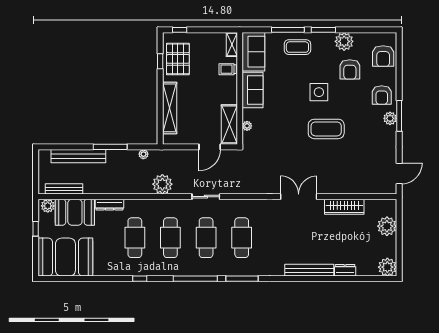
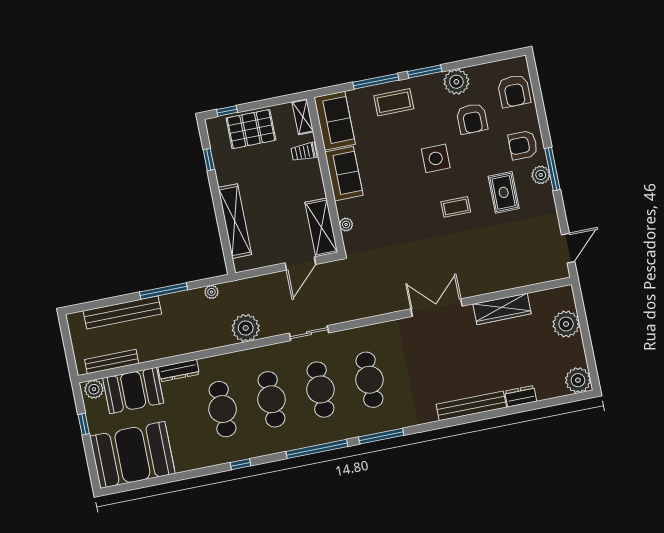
pallet: (178, 59) -> (251, 129), moved, turned 90
armchair: (382, 95) -> (523, 145), turned 90
rug: (362, 125) -> (504, 192), added
coffee table: (326, 129) -> (456, 207), width x0.54, depth x0.58

